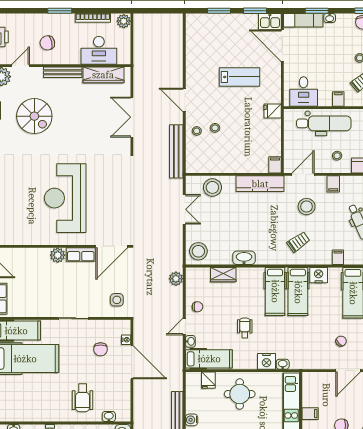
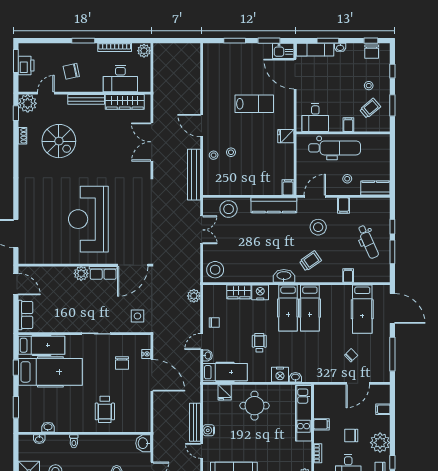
washbasin: (244, 258) -> (284, 276), moved
nightstand: (319, 275) -> (260, 292), moved
washbasin: (109, 416) -> (48, 427), moved

